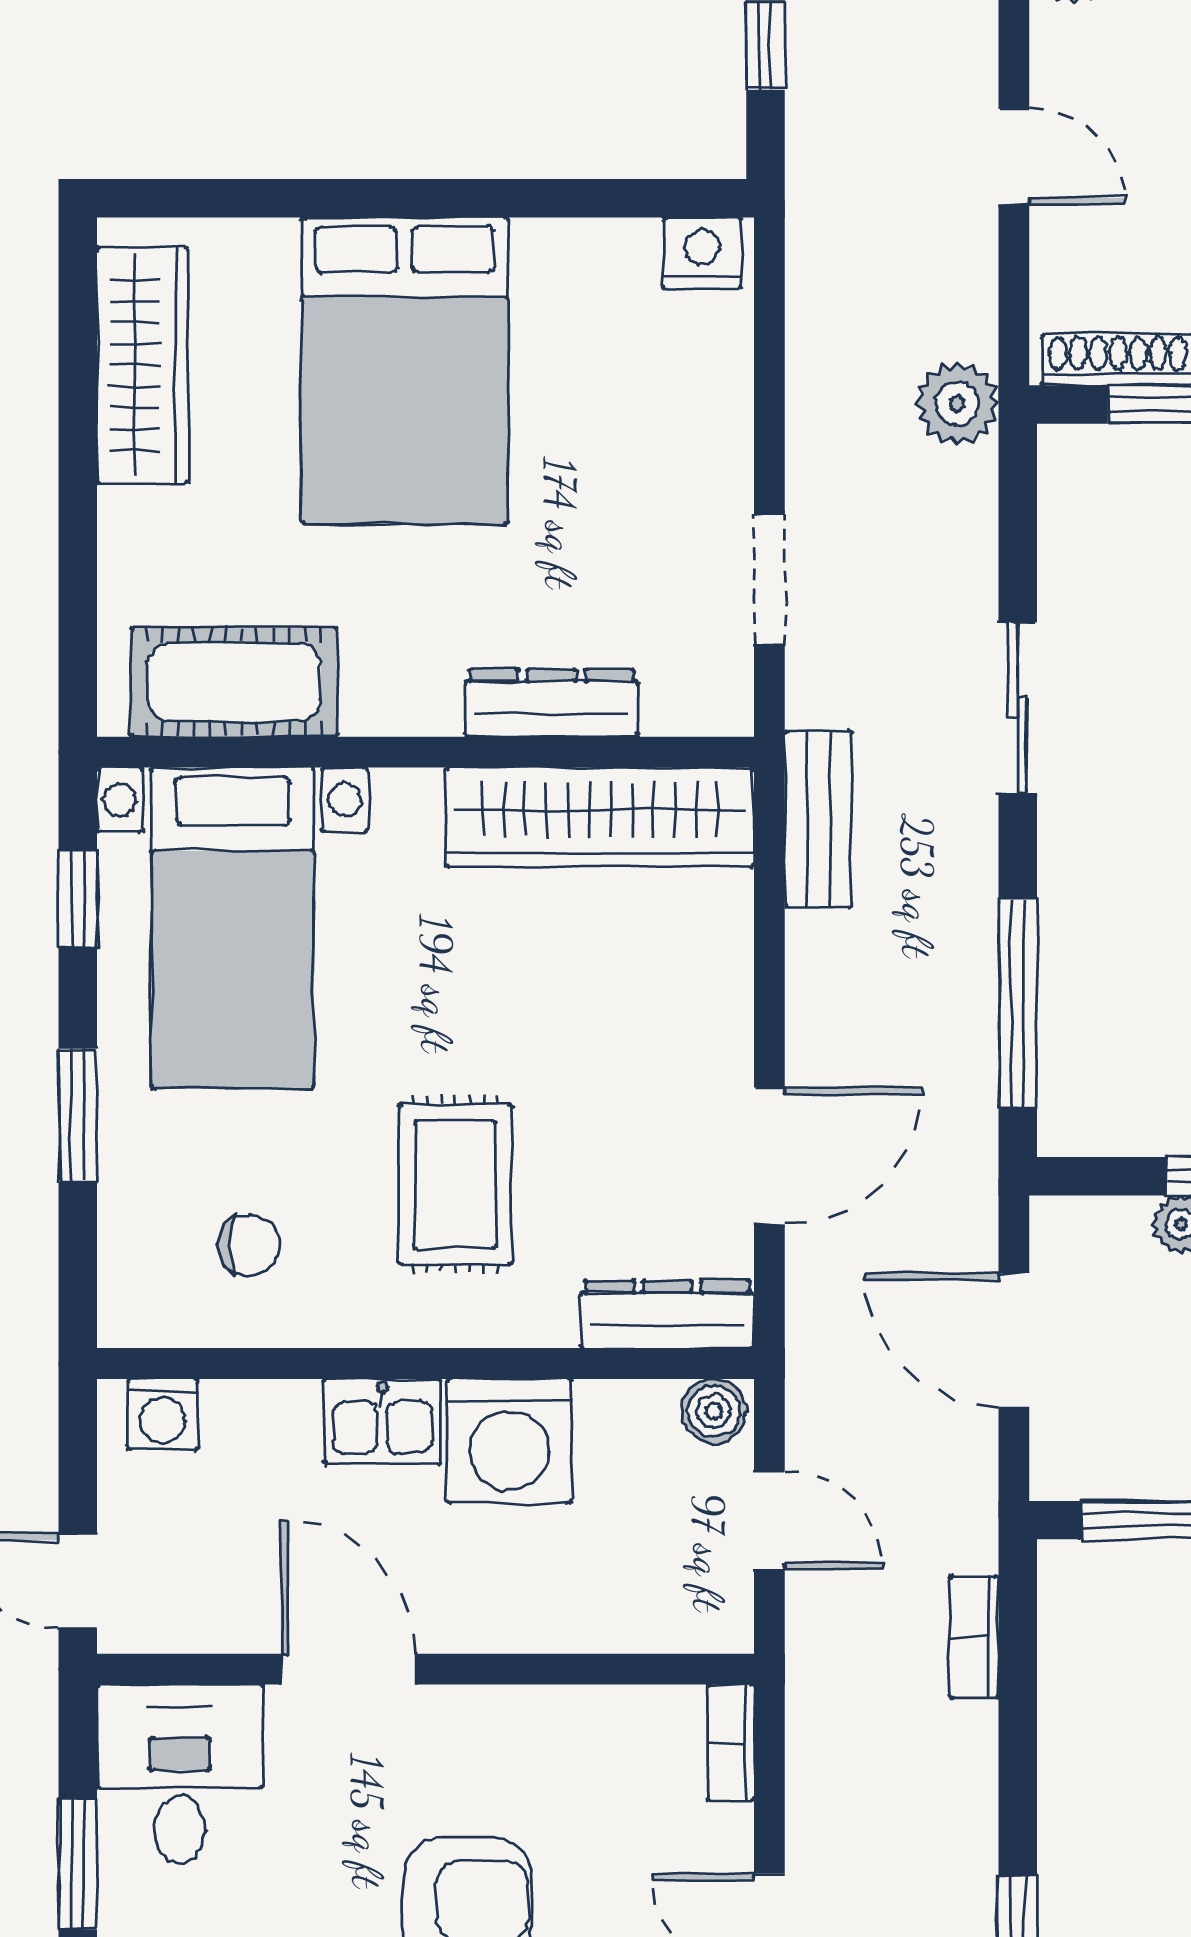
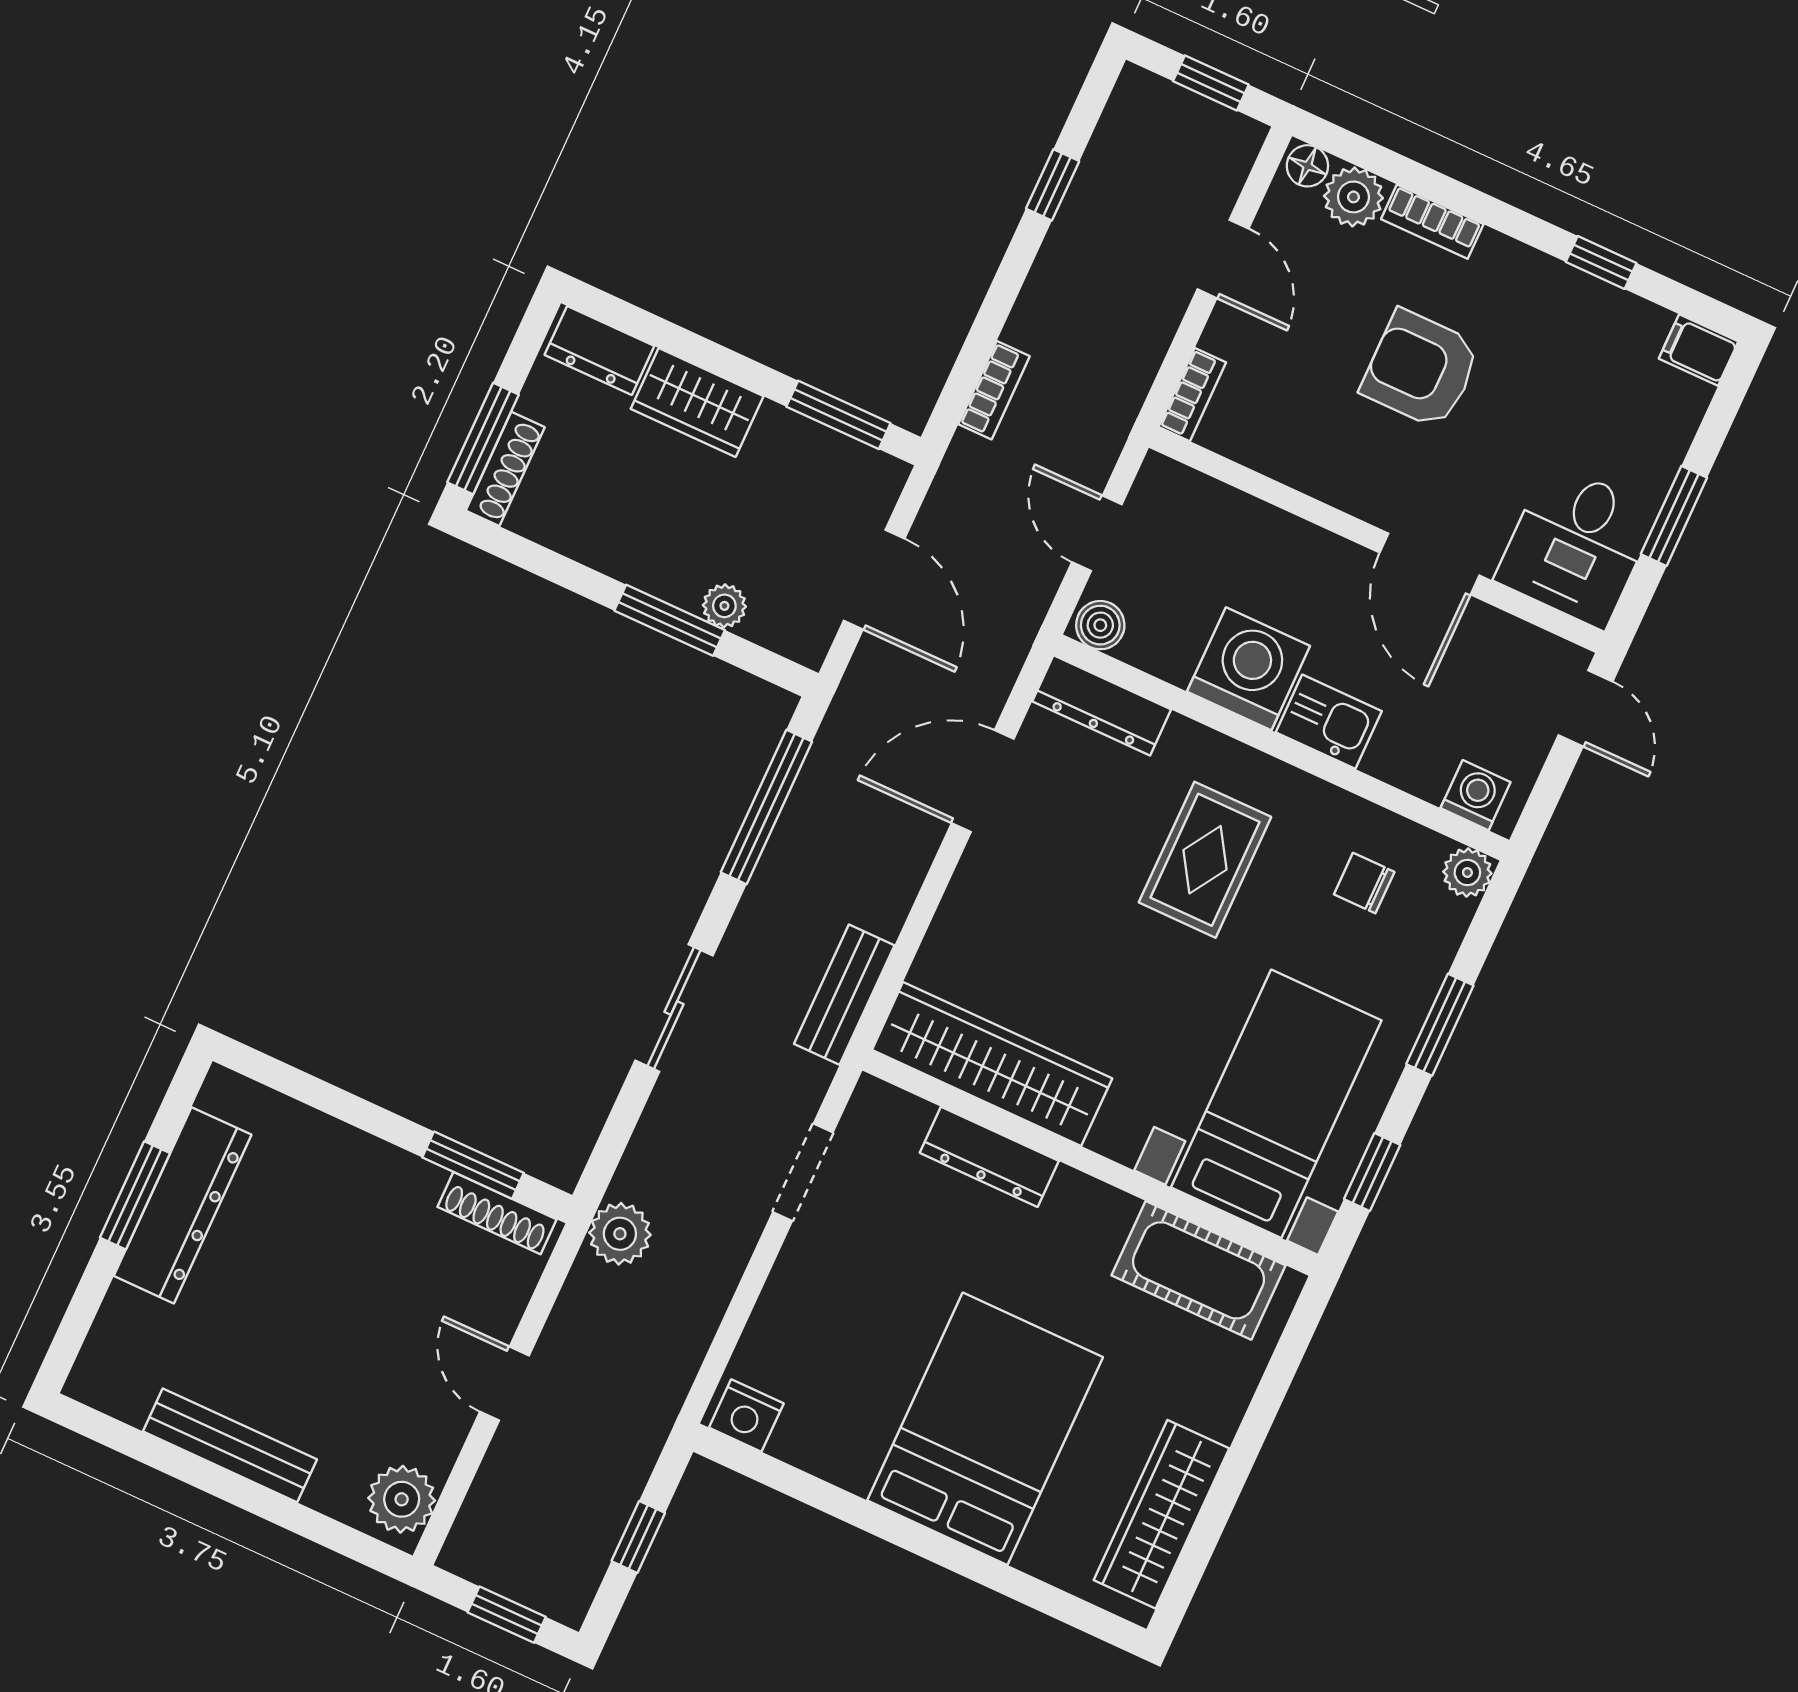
plant: (130, 1316) -> (1467, 873), added

